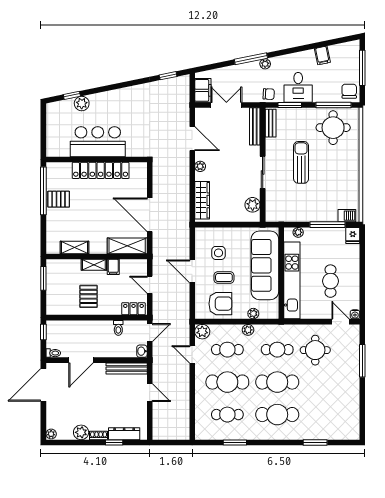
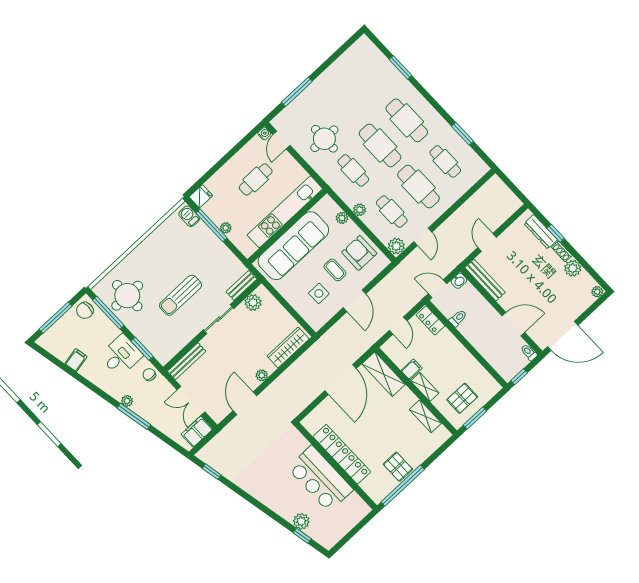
bench: (271, 123) -> (241, 285), moved
plant: (298, 232) -> (226, 228), moved
pallet: (89, 296) -> (462, 398), moved

